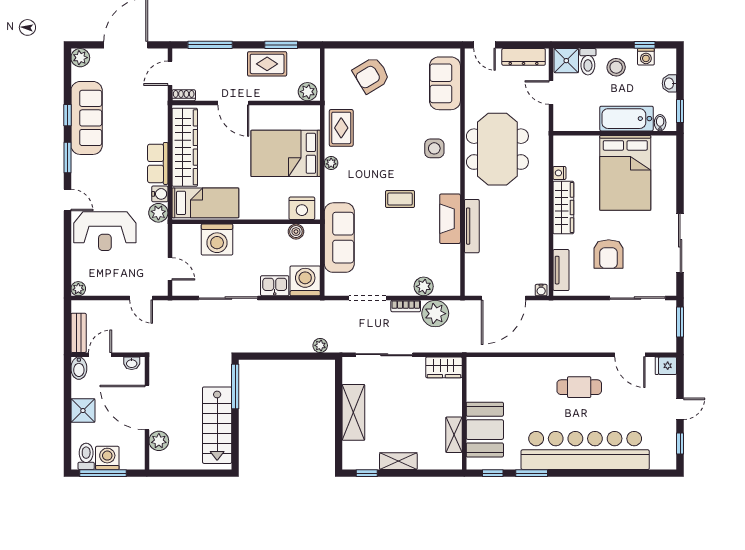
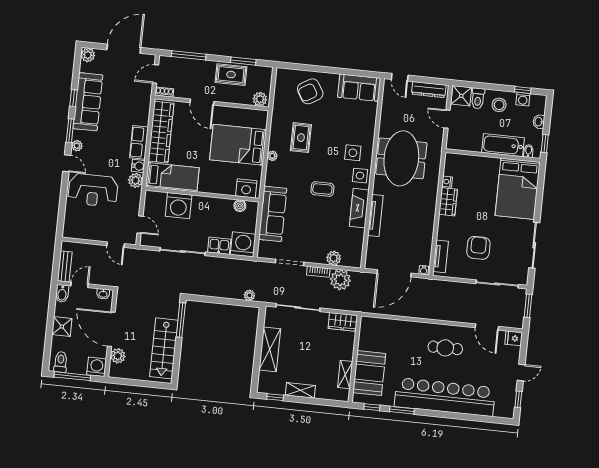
sofa: (445, 83) -> (359, 88), moved, turned -90
rug: (341, 128) -> (301, 138), moved
bed: (625, 173) -> (518, 189), moved
side table: (447, 177) -> (360, 176), added
wardrobe: (563, 208) -> (448, 202), width x0.67
armchair: (609, 254) -> (478, 248), turned 180
plant: (78, 289) -> (77, 146), moved
washing machine: (107, 458) -> (97, 367), moved

